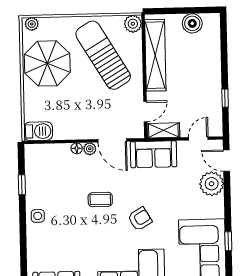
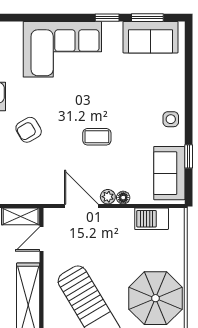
barbecue: (38, 131) -> (152, 219), moved
sofa: (153, 154) -> (169, 173), moved, turned -90
armchair: (140, 219) -> (29, 130), moved

